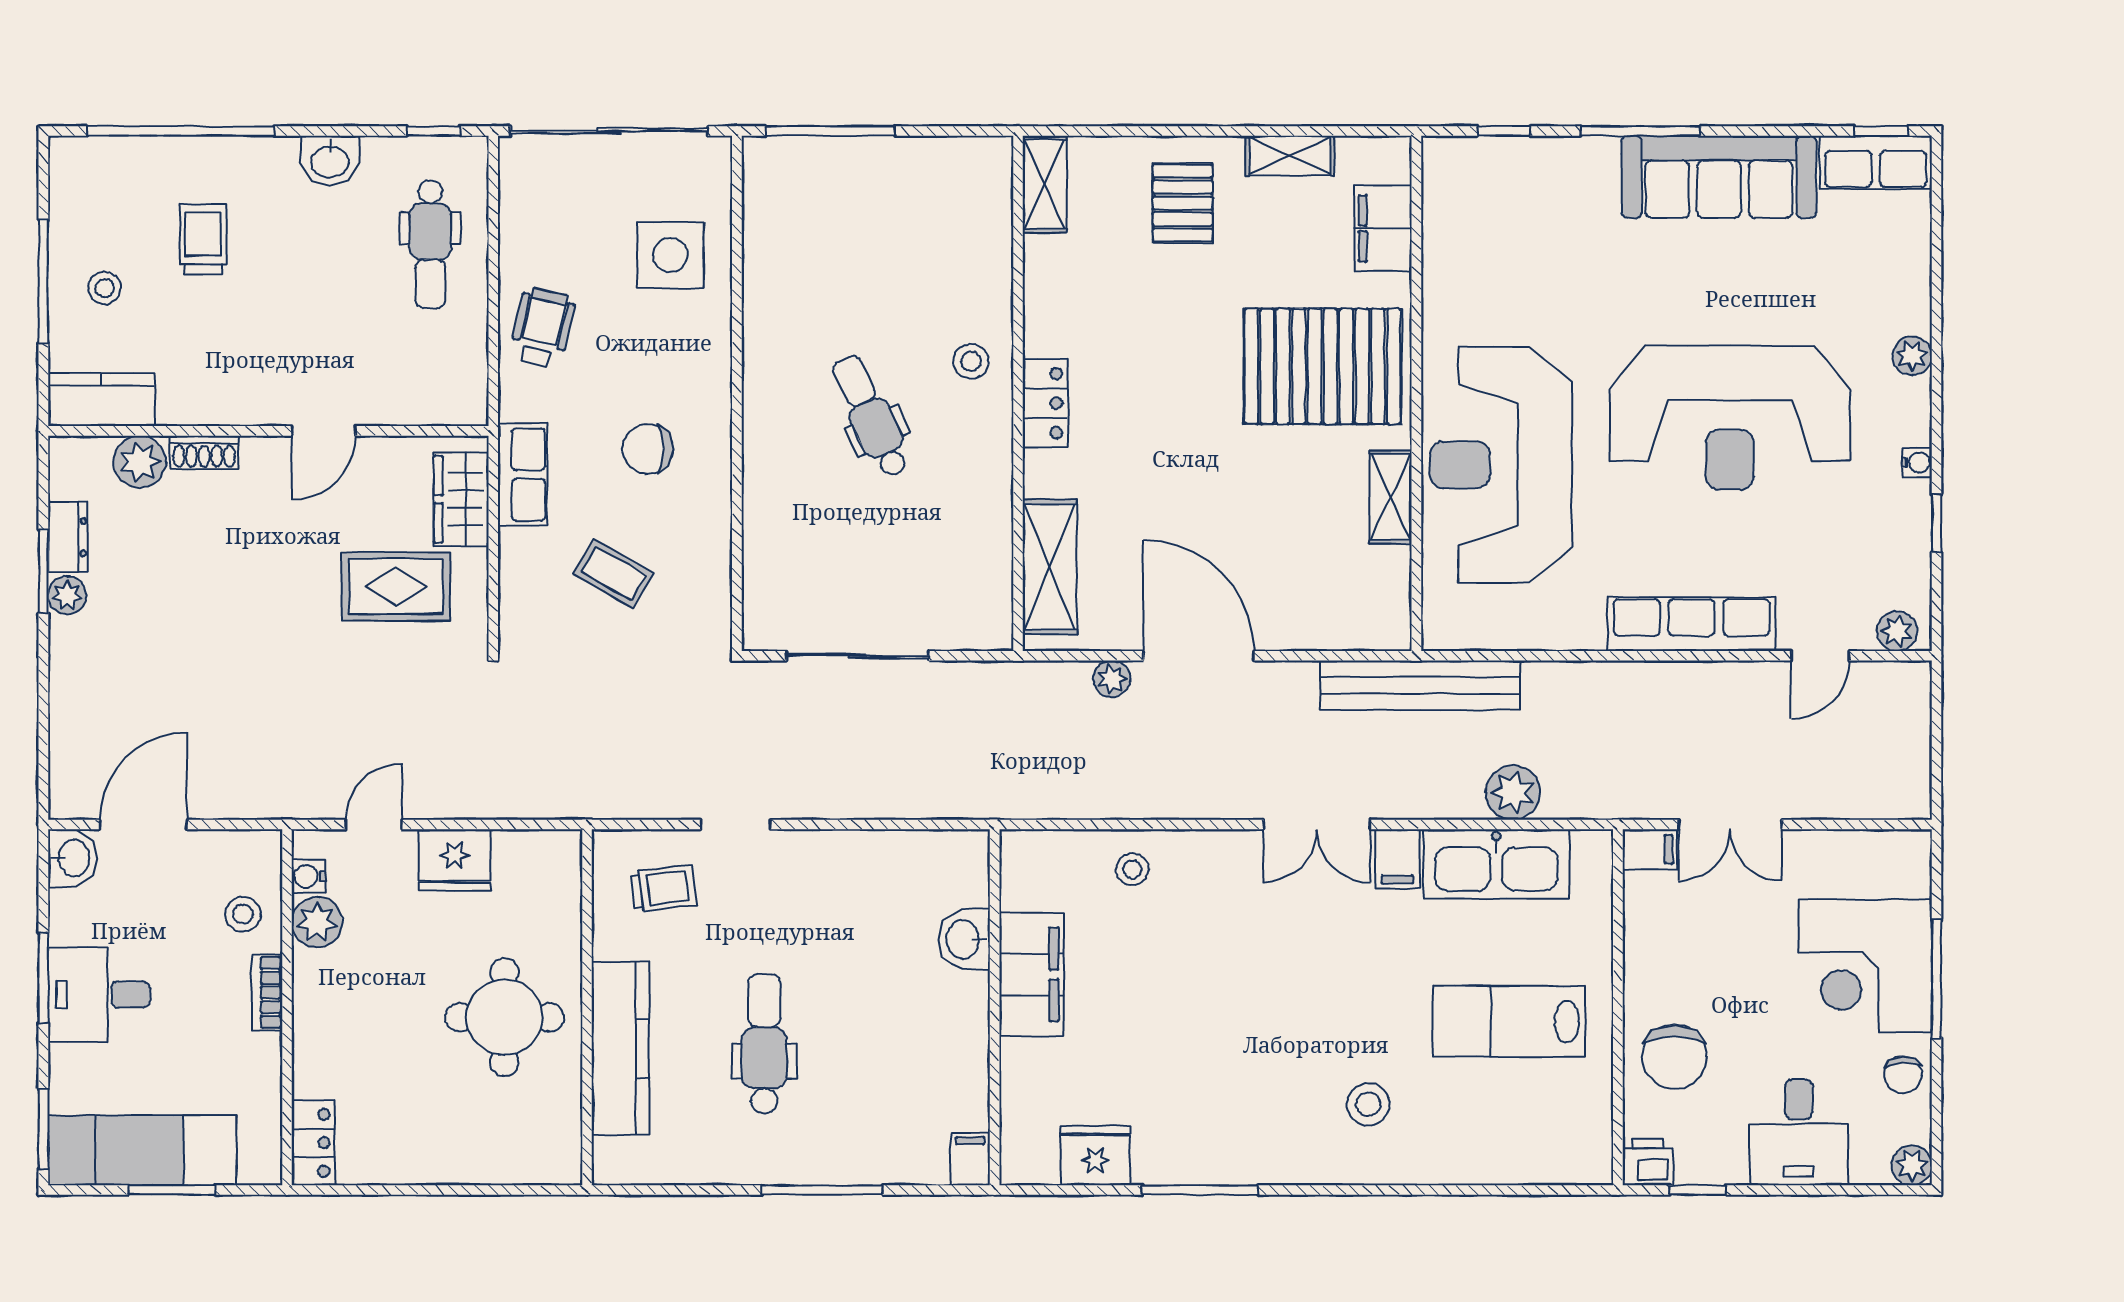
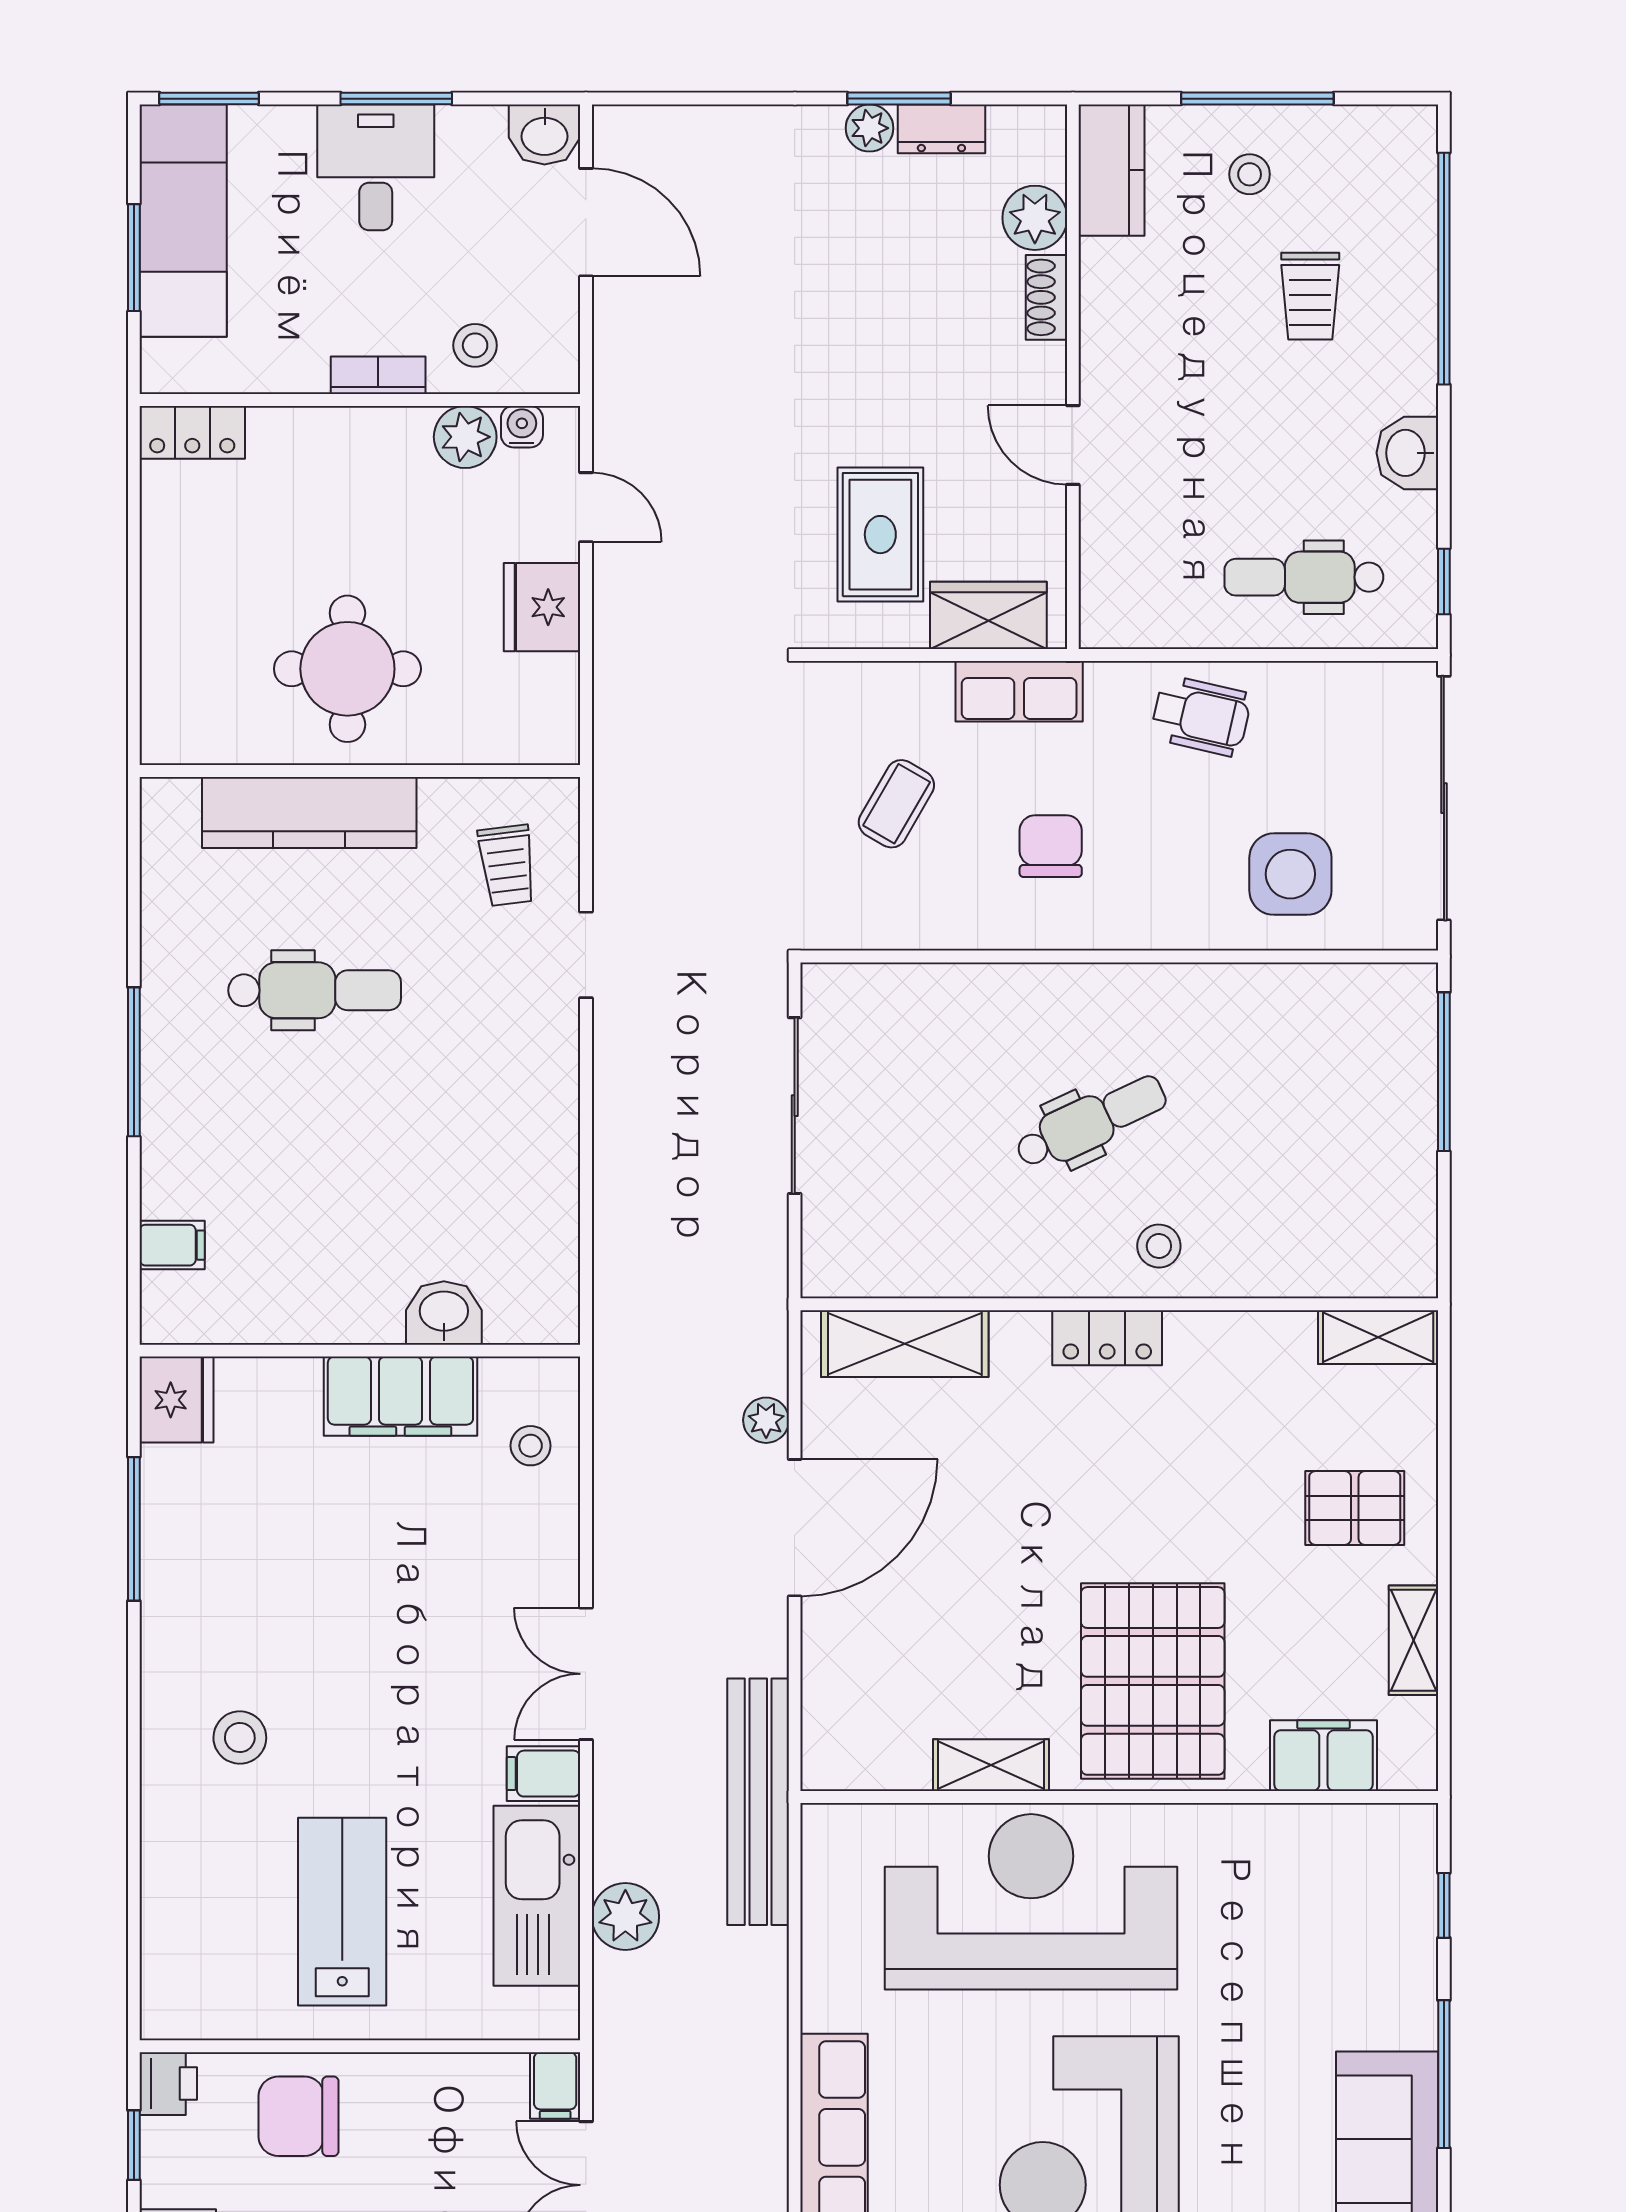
trolley: (203, 239) -> (1310, 296), turned 90
washbasin: (964, 939) -> (444, 1313), moved
filing cabinet: (1031, 974) -> (400, 1396), moved
wall: (995, 1007) -> (360, 1351), moved

